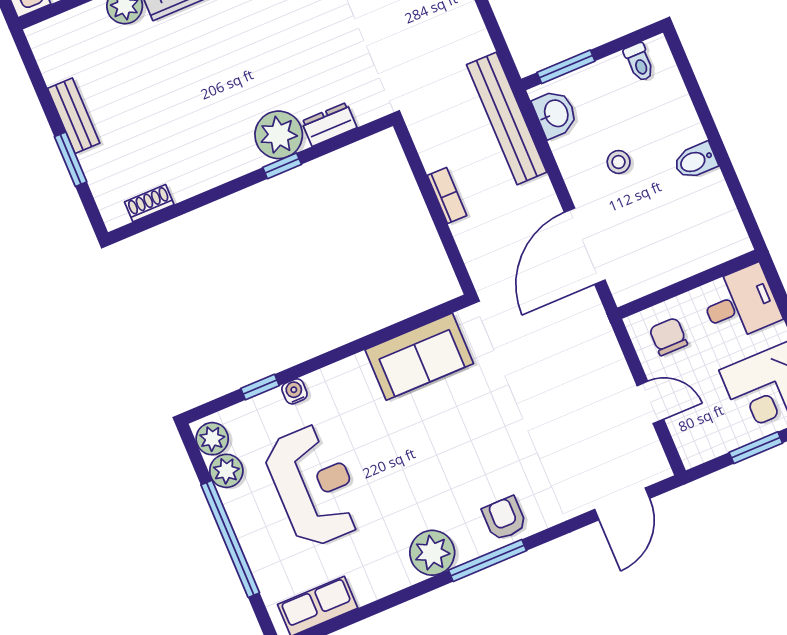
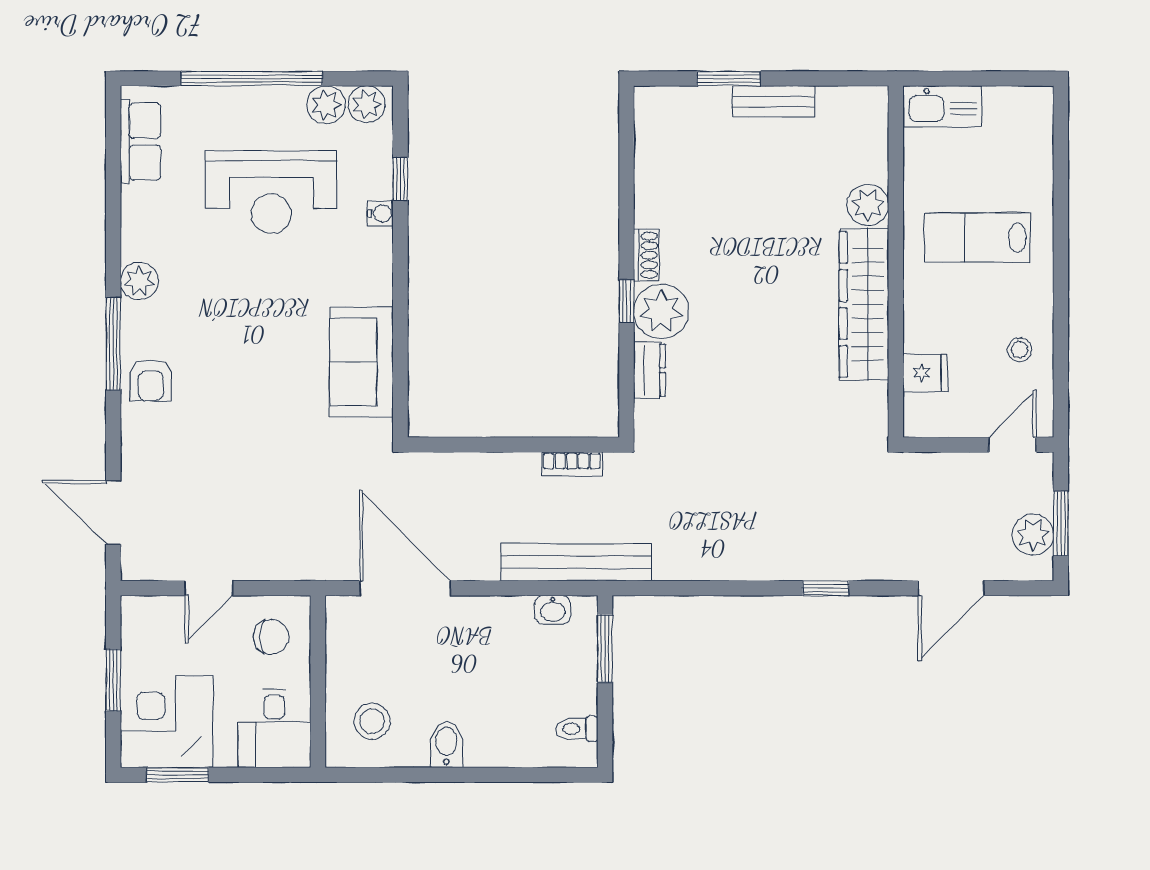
washbasin: (555, 114) -> (553, 610), width x0.72, depth x0.69
stool: (619, 162) -> (372, 721), moved, width x1.37, depth x1.37
bookcase: (447, 196) -> (572, 464), moved
shoe rack: (149, 203) -> (646, 255), moved
armchair: (504, 518) -> (151, 380), turned 90
plant: (432, 553) -> (139, 281), width x0.73, depth x0.73

